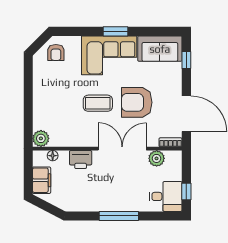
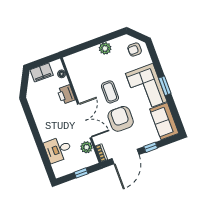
window: (186, 60) -> (151, 147), moved
plant: (41, 138) -> (105, 48), moved
window: (186, 192) -> (81, 173), moved
desk: (166, 196) -> (58, 149), moved, turned 90
window: (119, 216) -> (37, 136), removed

